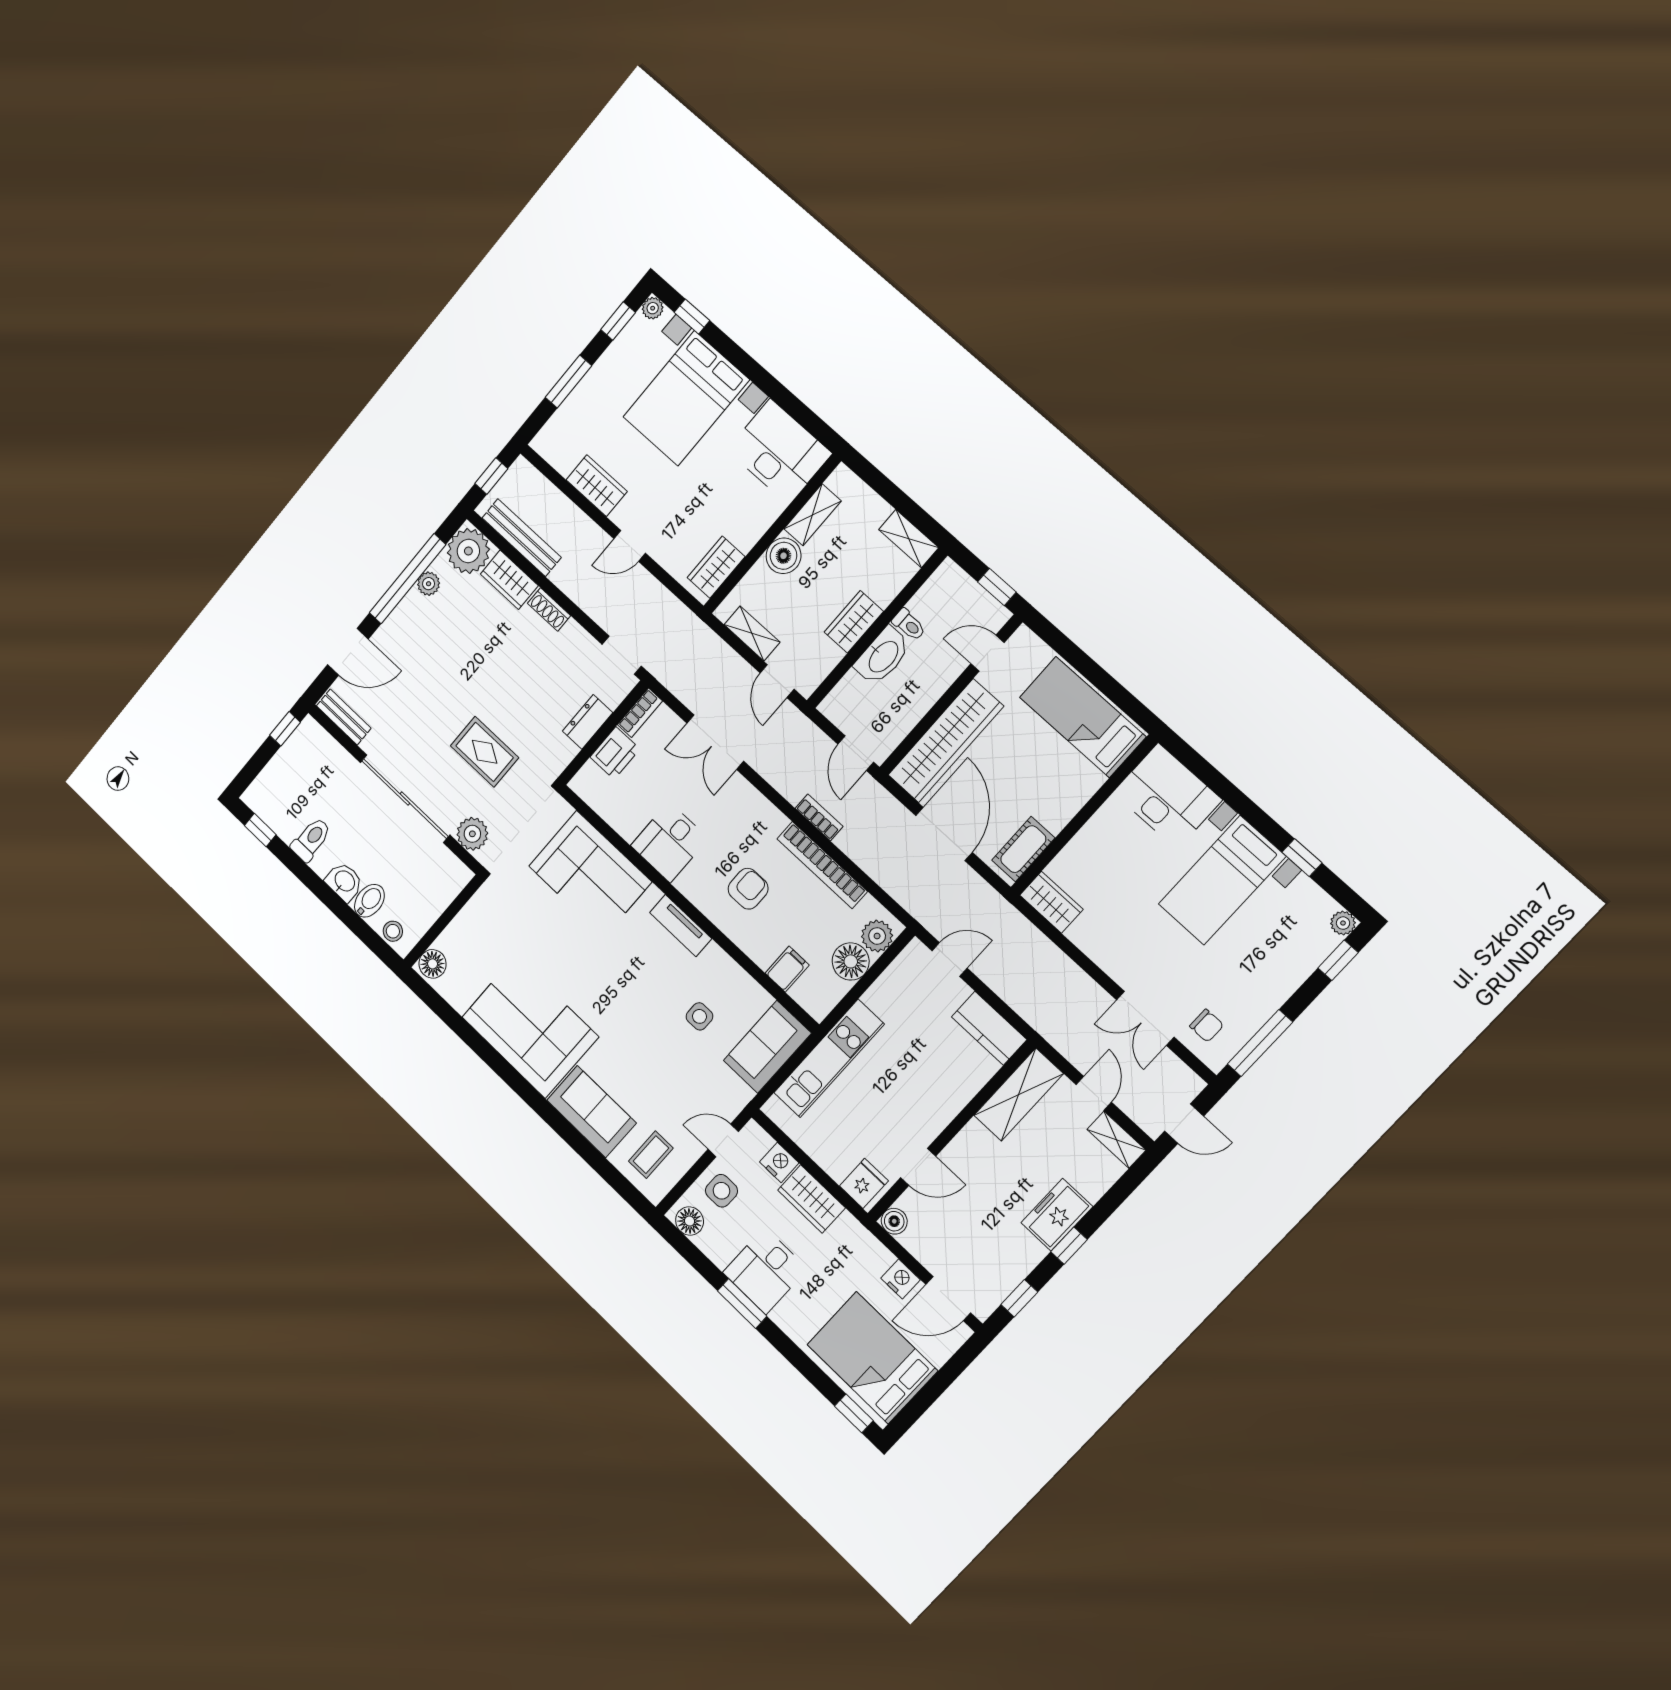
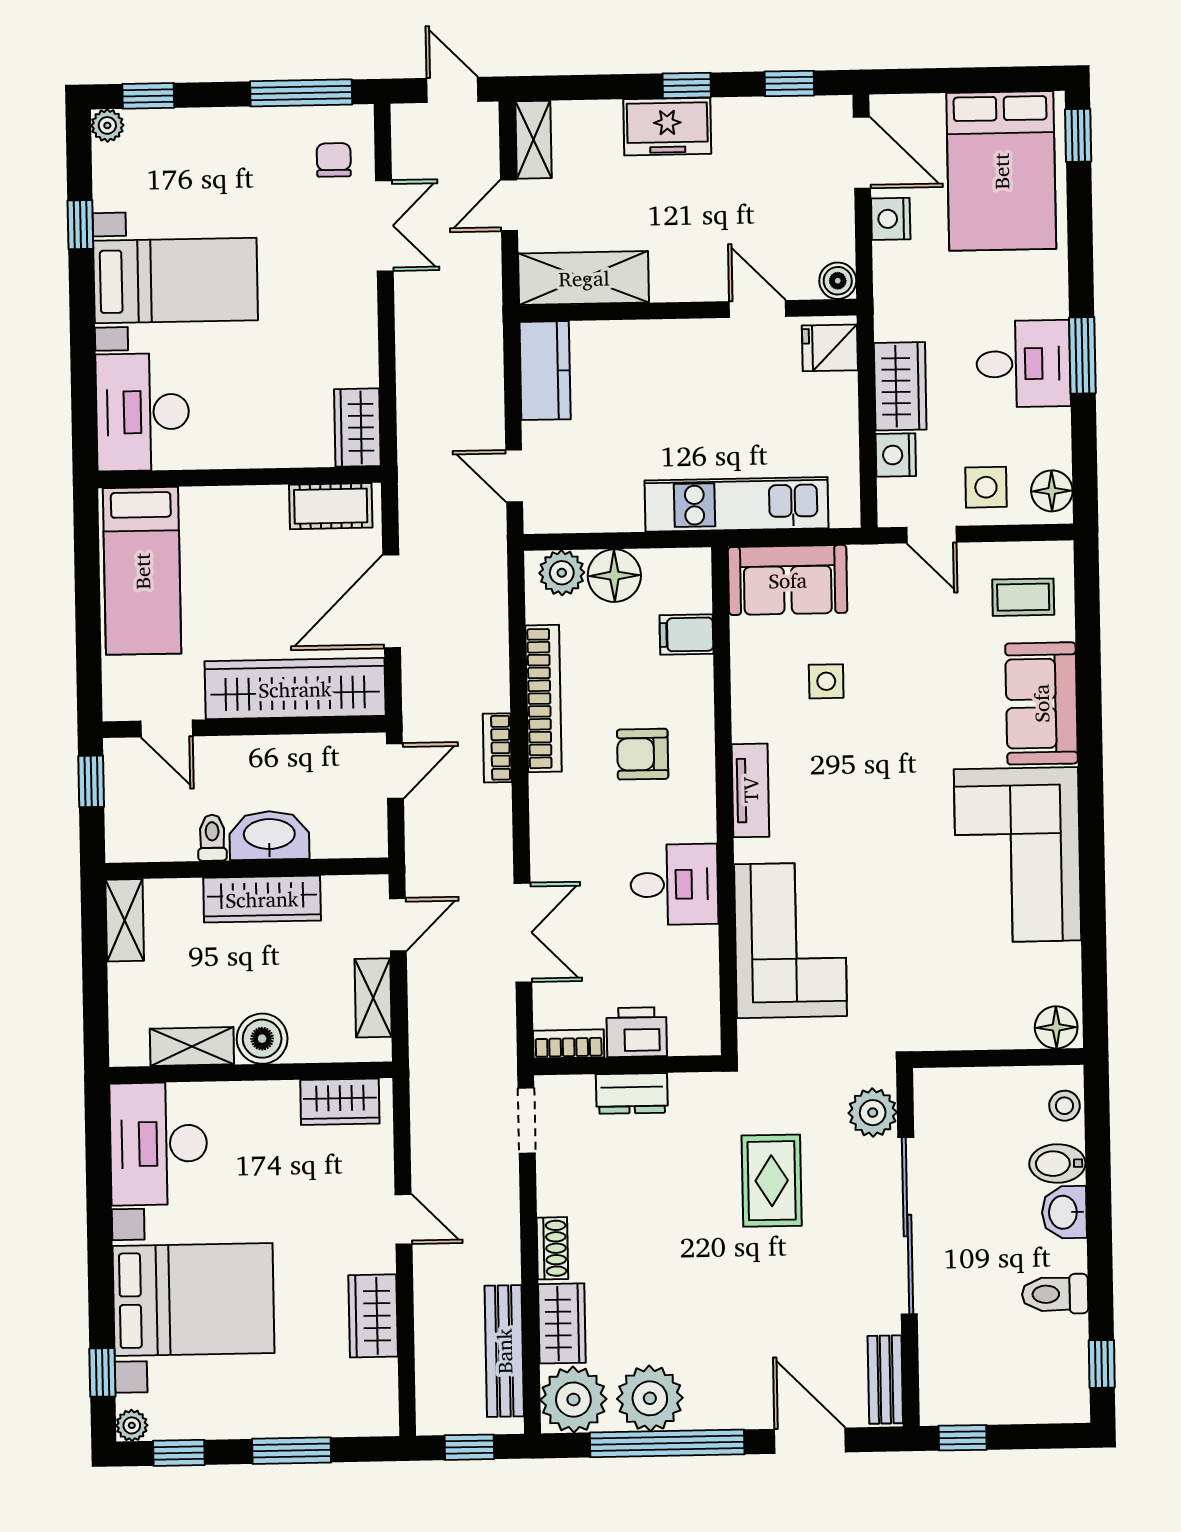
plant: (429, 584) -> (650, 1398), width x1.87, depth x1.87
wardrobe: (854, 622) -> (262, 899), width x1.50

